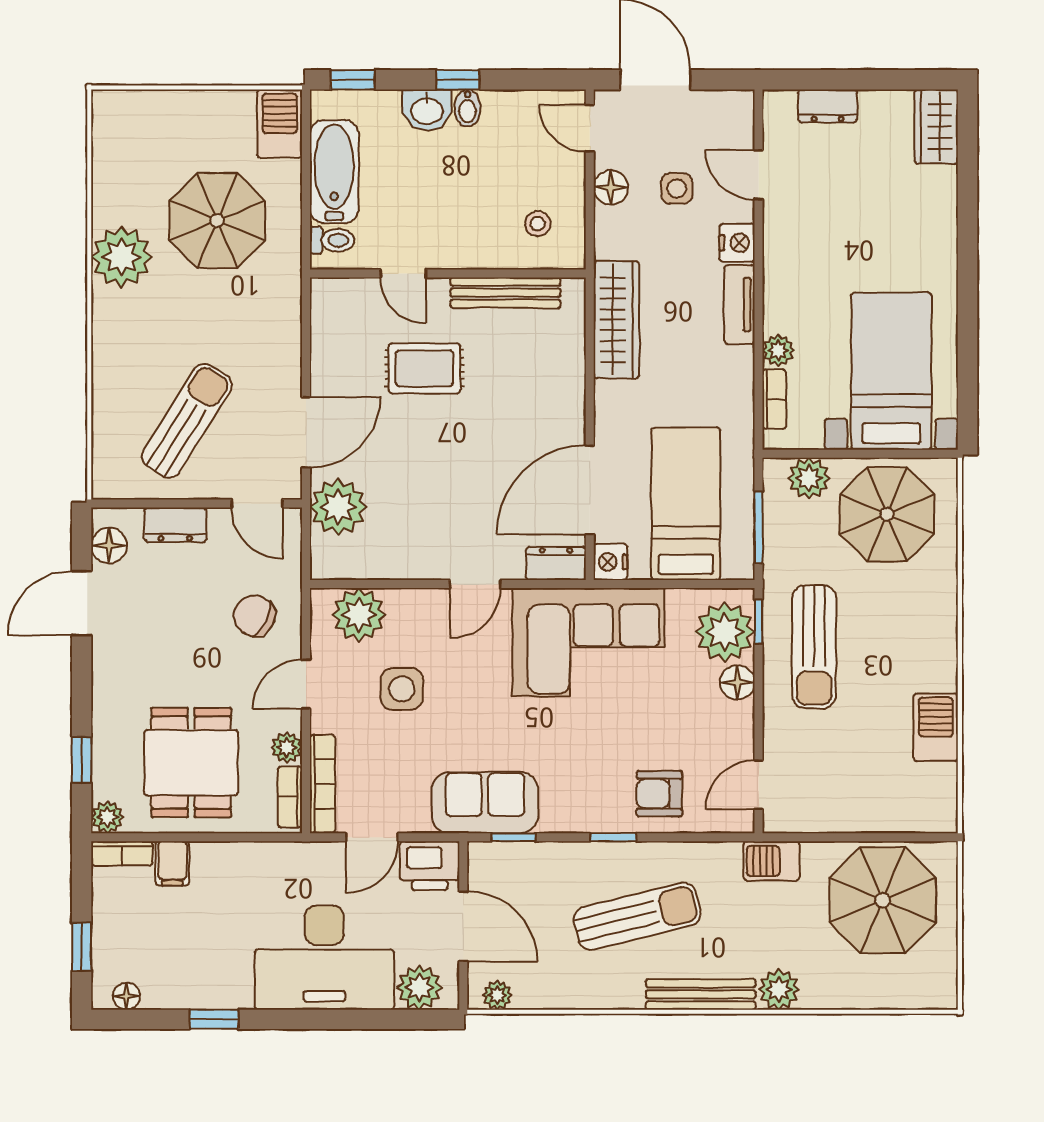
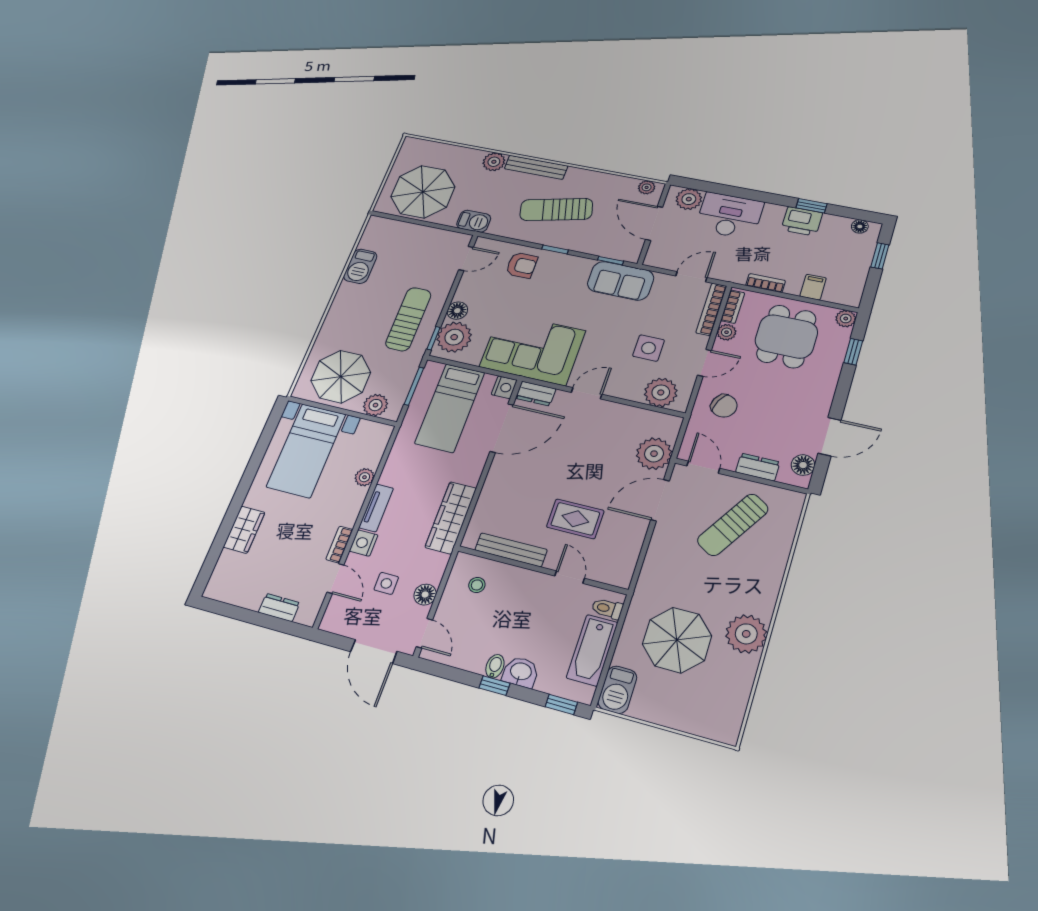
wardrobe: (936, 127) -> (244, 530), moved
bookcase: (774, 399) -> (339, 544), moved
bookcase: (122, 853) -> (766, 283), moved
printer: (430, 866) -> (802, 221), moved, turned 180
desk: (324, 958) -> (729, 216), width x0.73, depth x0.77

